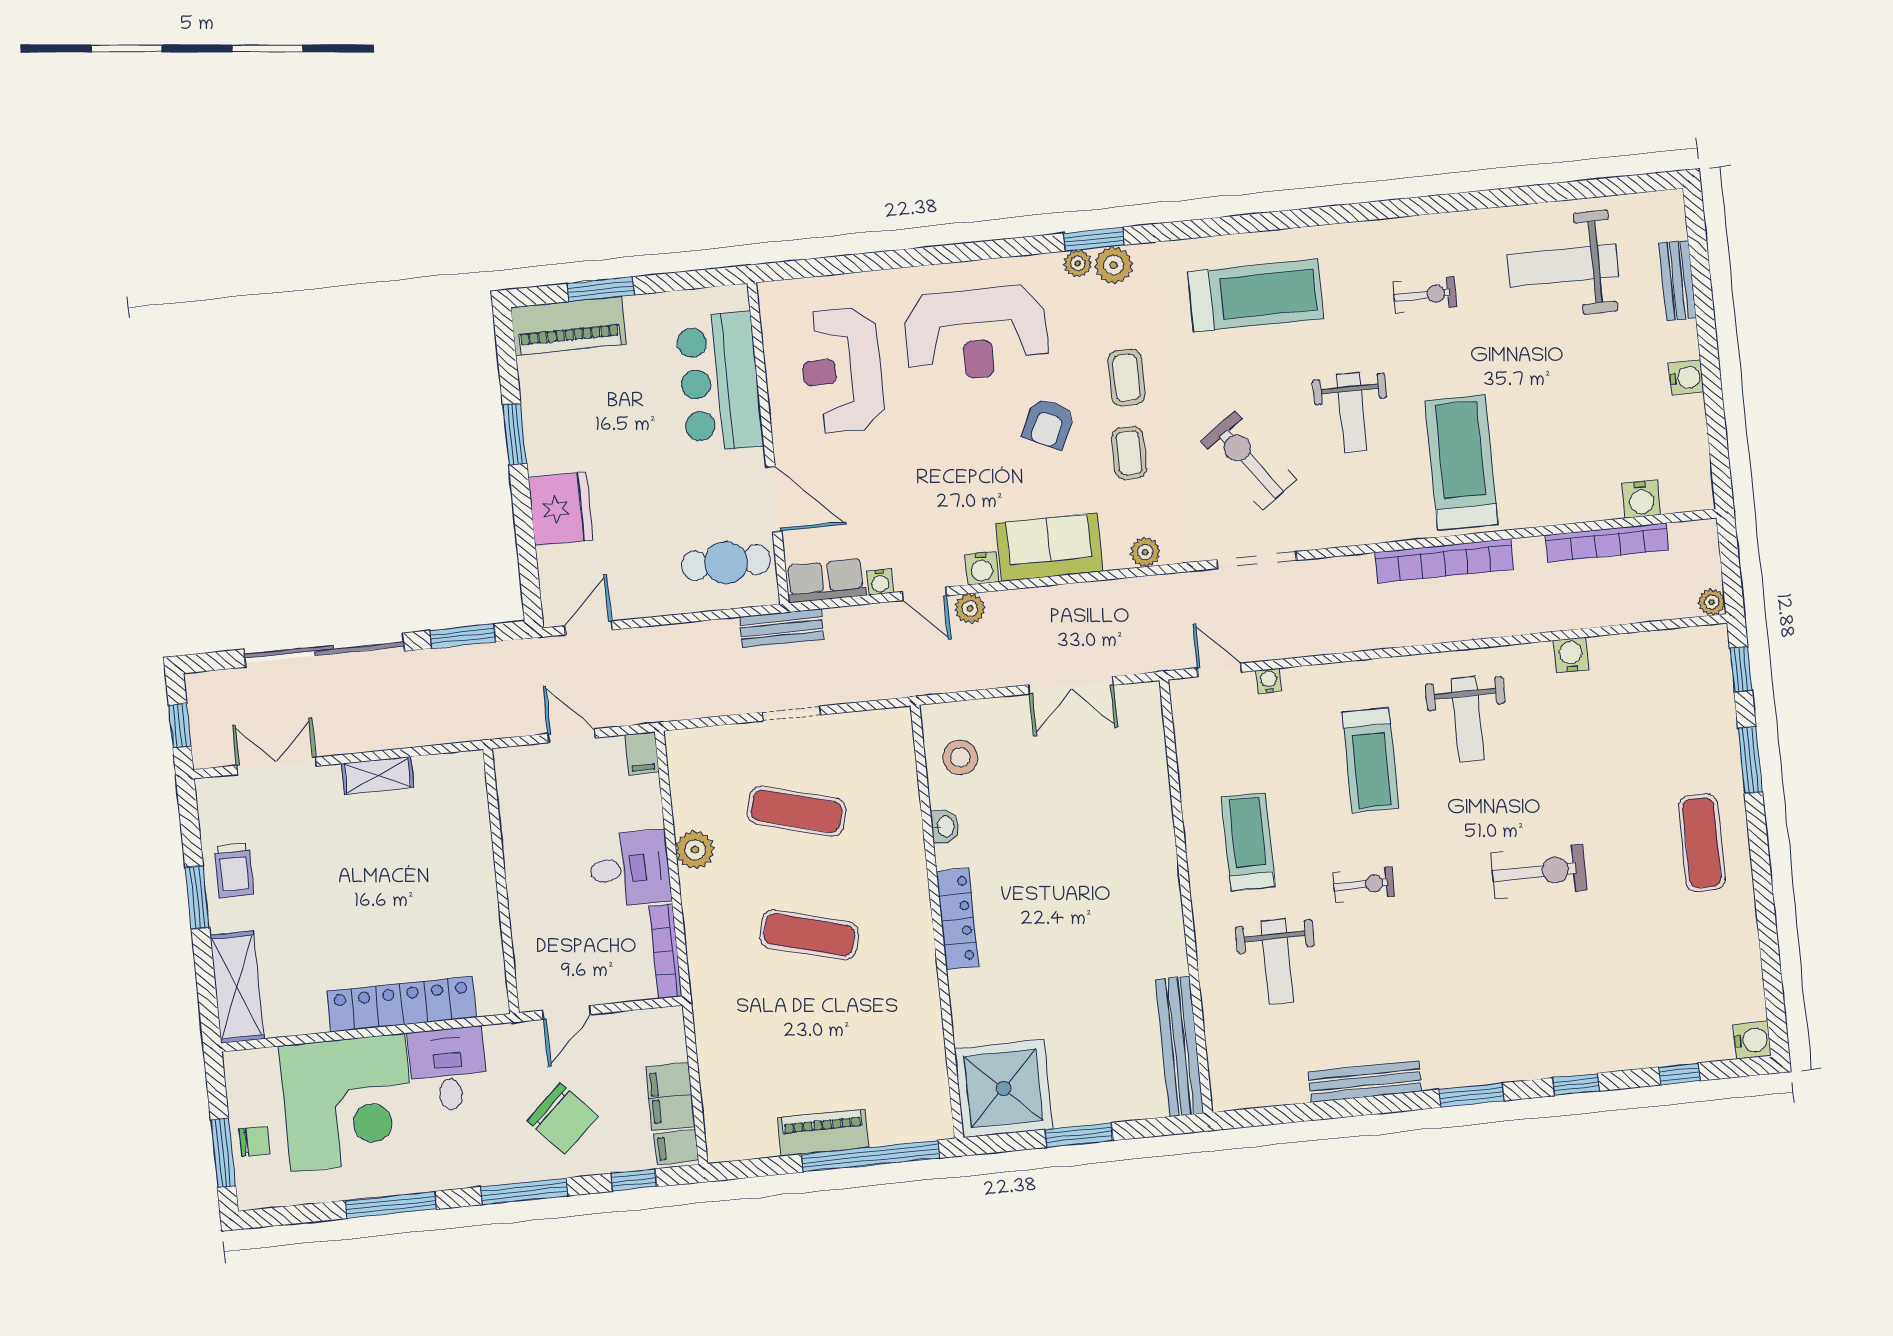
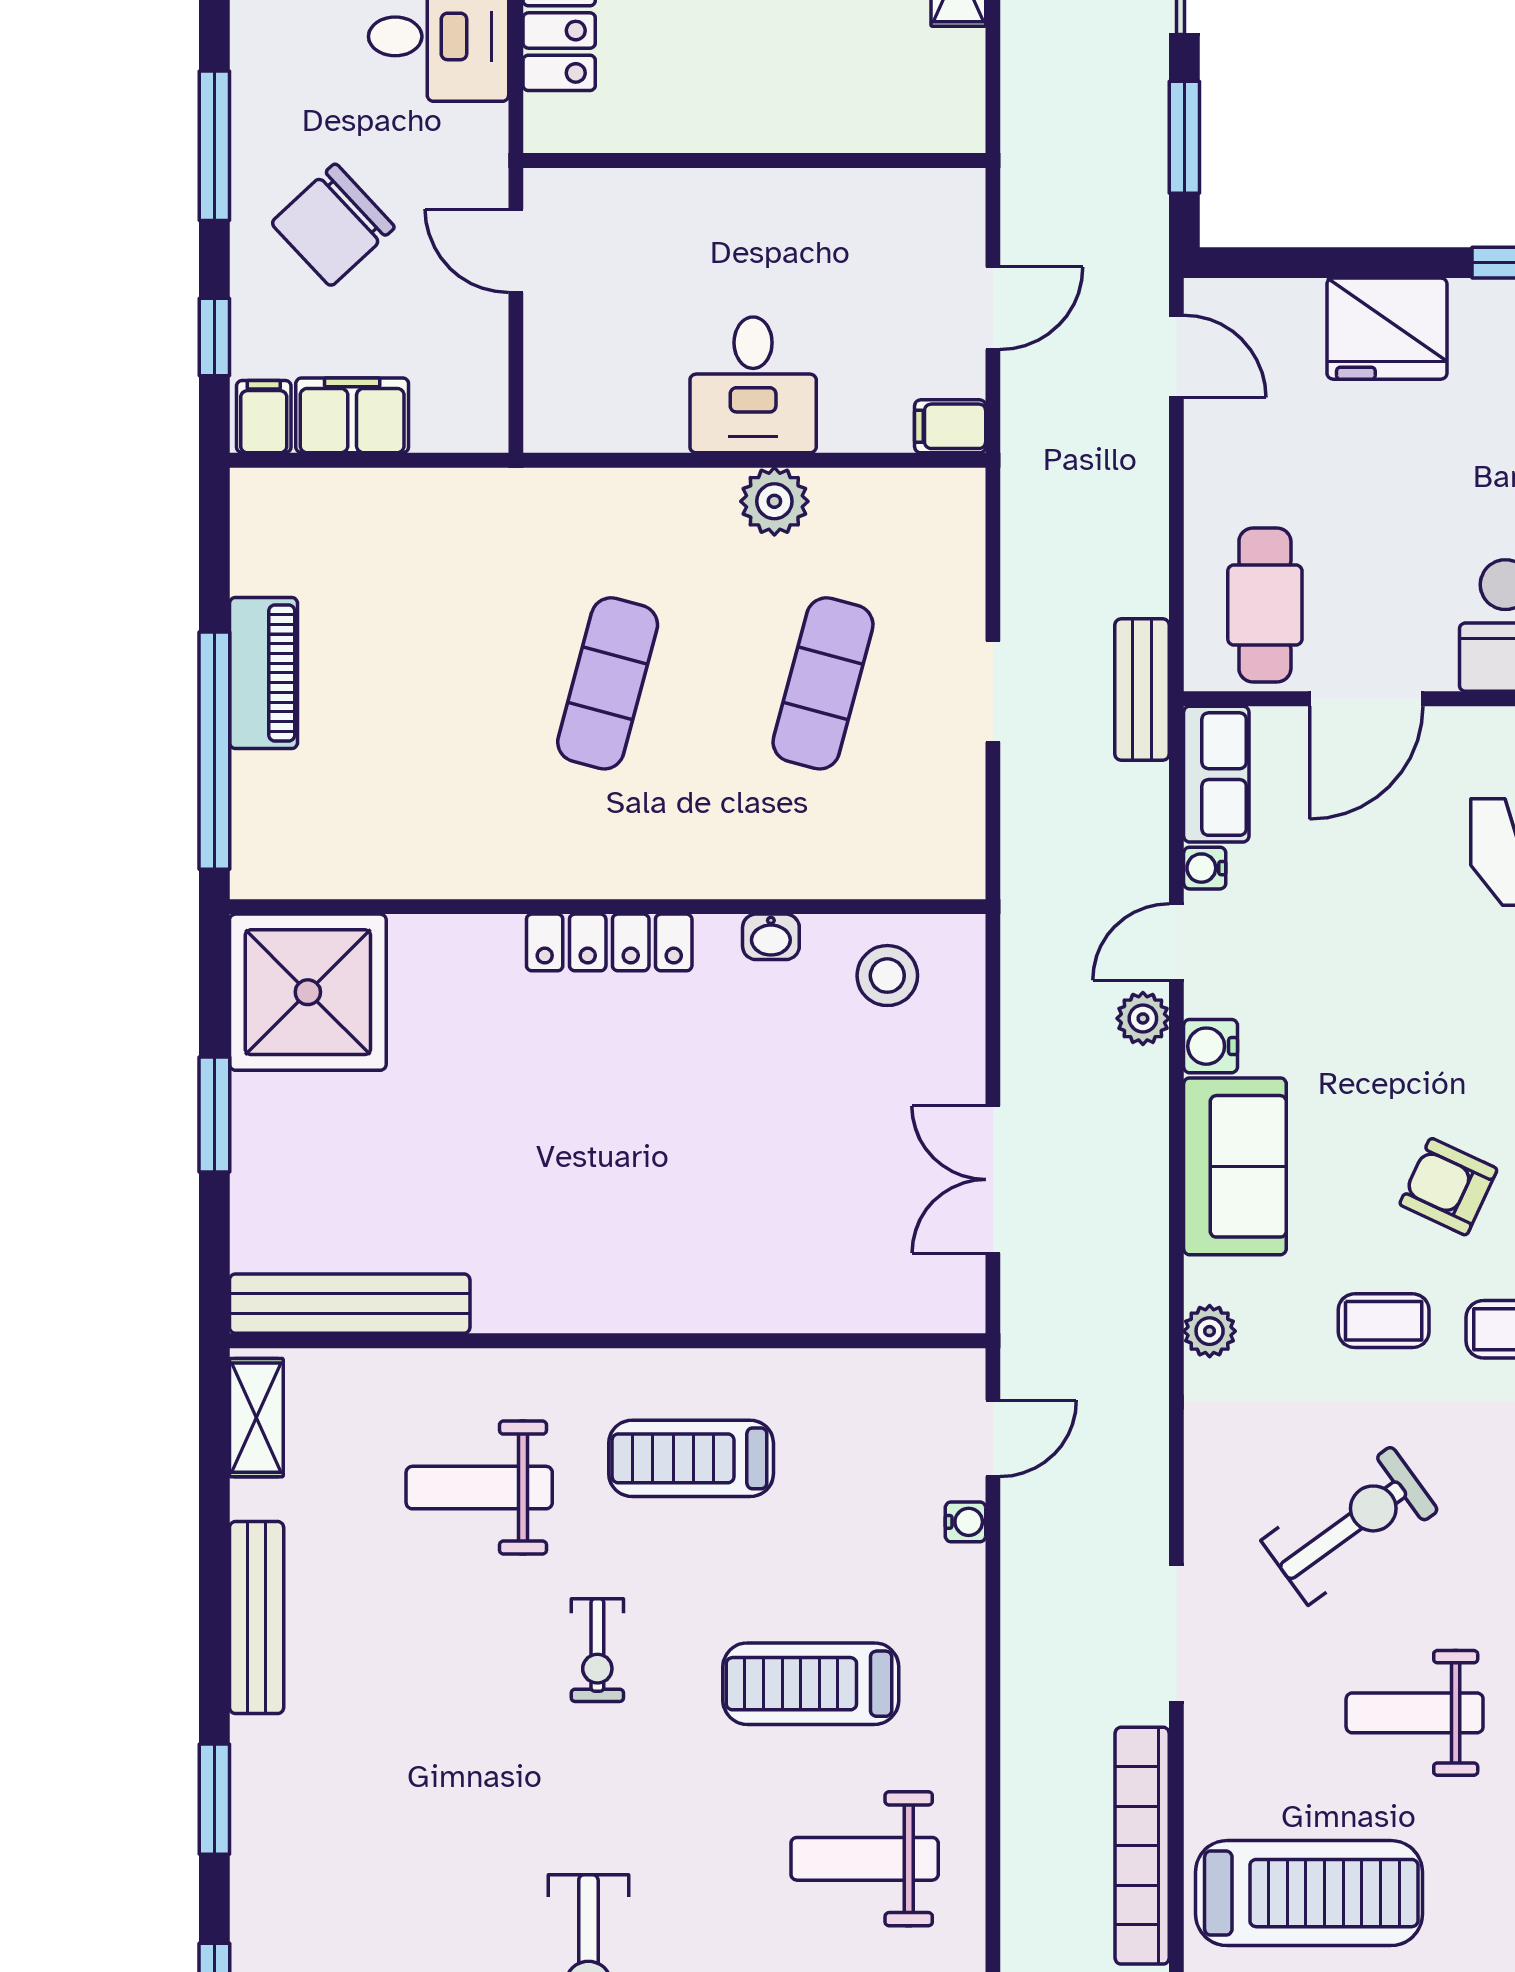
doorway: (1257, 560) -> (1176, 1634), moved
treadmill: (1248, 842) -> (691, 1458), turned 180
bookcase: (665, 951) -> (604, 432), removed
shelving: (1250, 1093) -> (256, 1418), added

